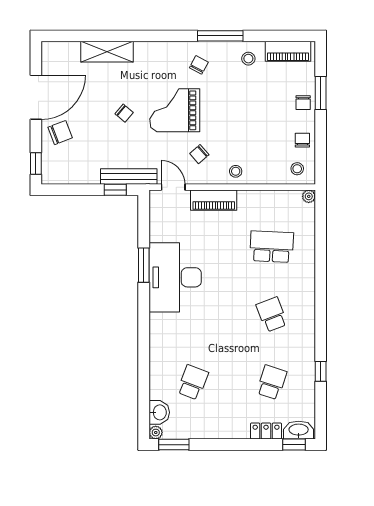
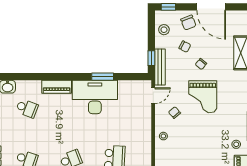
chair: (199, 65) -> (185, 47), moved
grand piano: (175, 110) -> (203, 97), turned 180
stool: (71, 170) -> (164, 30), added
piano: (214, 200) -> (57, 87), moved, turned -90

